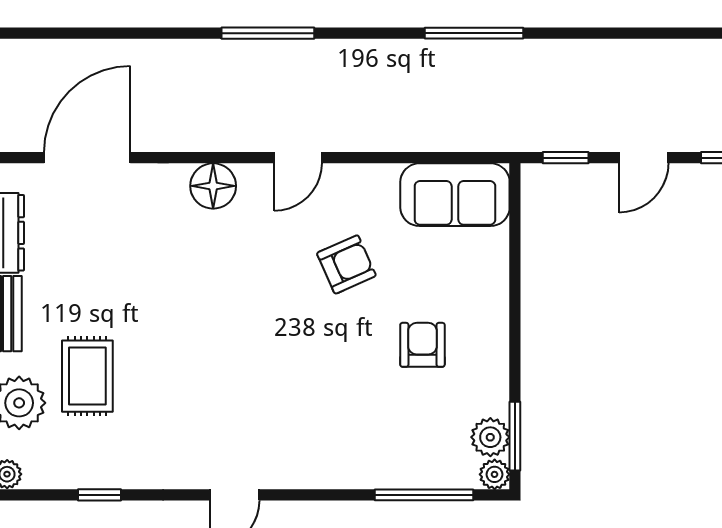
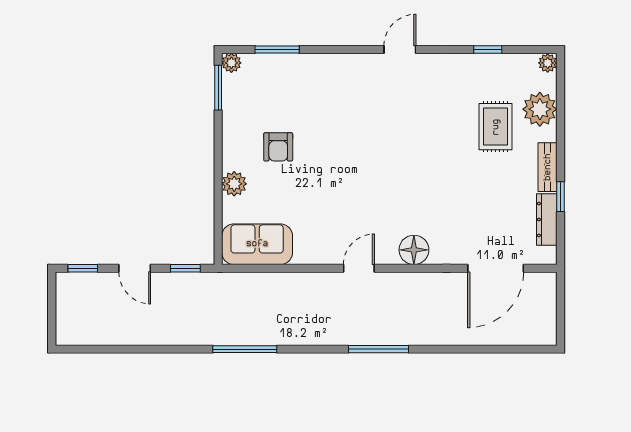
door: (644, 158) -> (135, 268), swing flipped
armchair: (346, 264) -> (328, 199), removed
plant: (490, 437) -> (234, 184), moved
window: (424, 495) -> (277, 50), width x0.69

